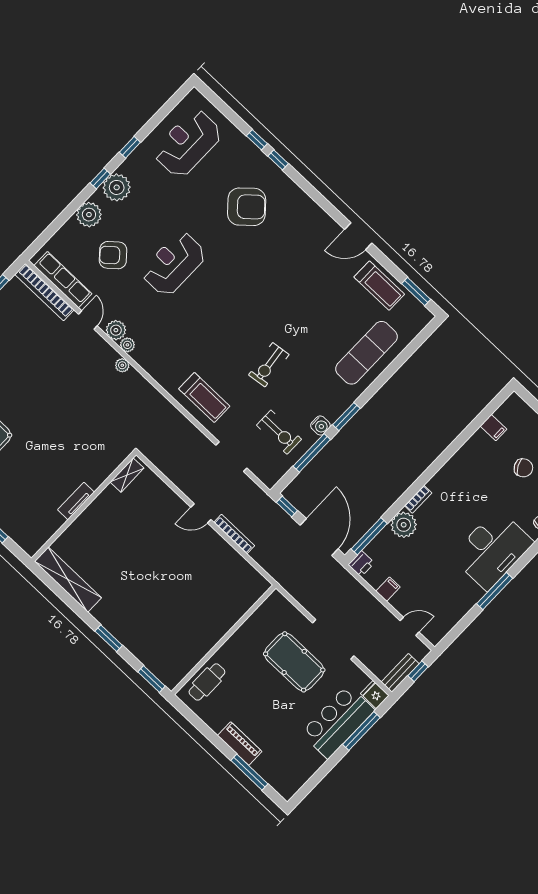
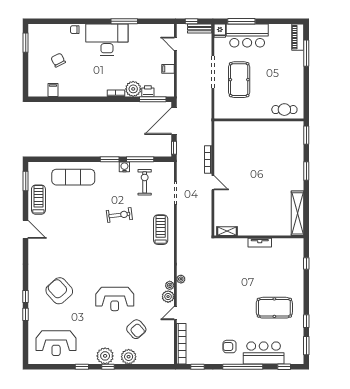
row of seats: (63, 280) -> (168, 341), removed
printer: (361, 564) -> (148, 91), moved
piano: (240, 744) -> (298, 37), moved

